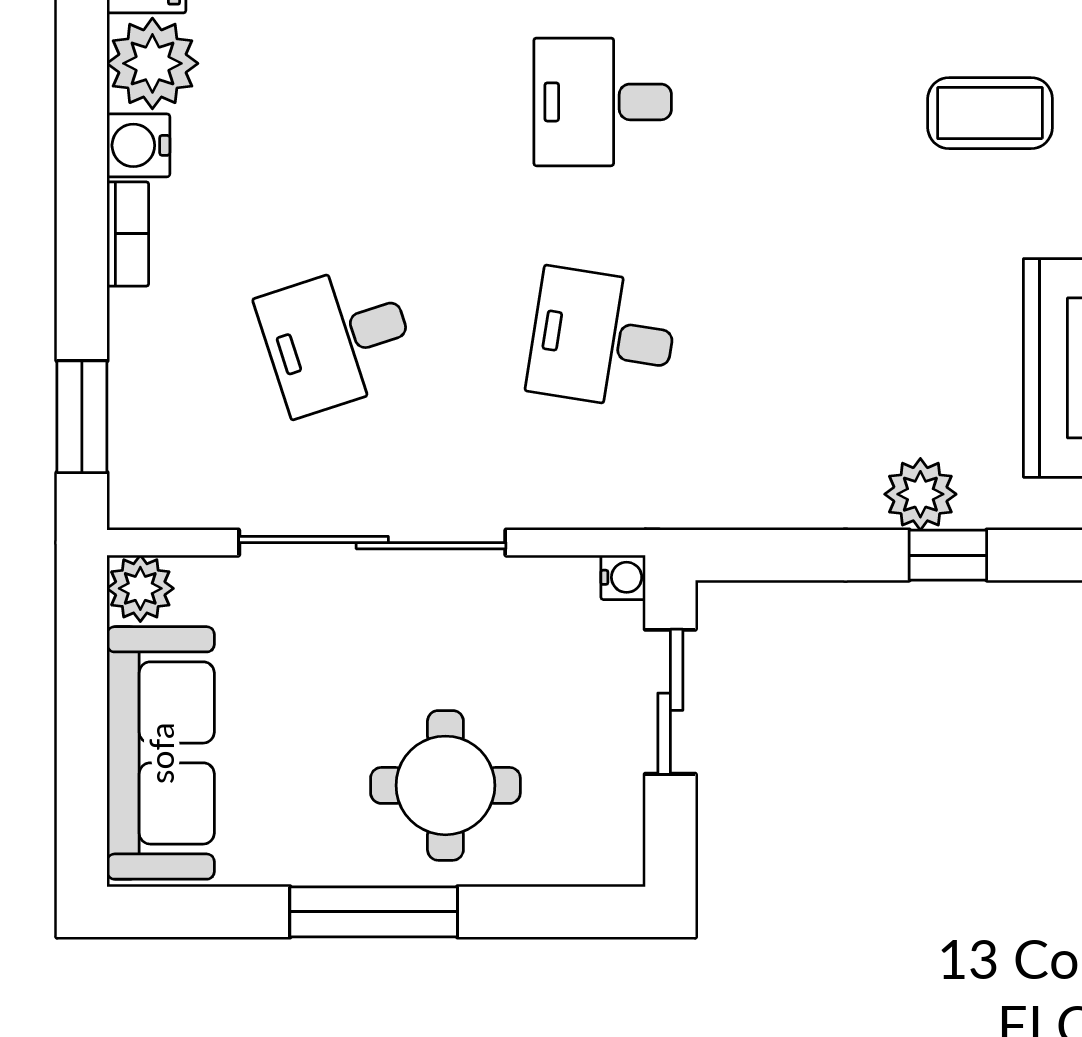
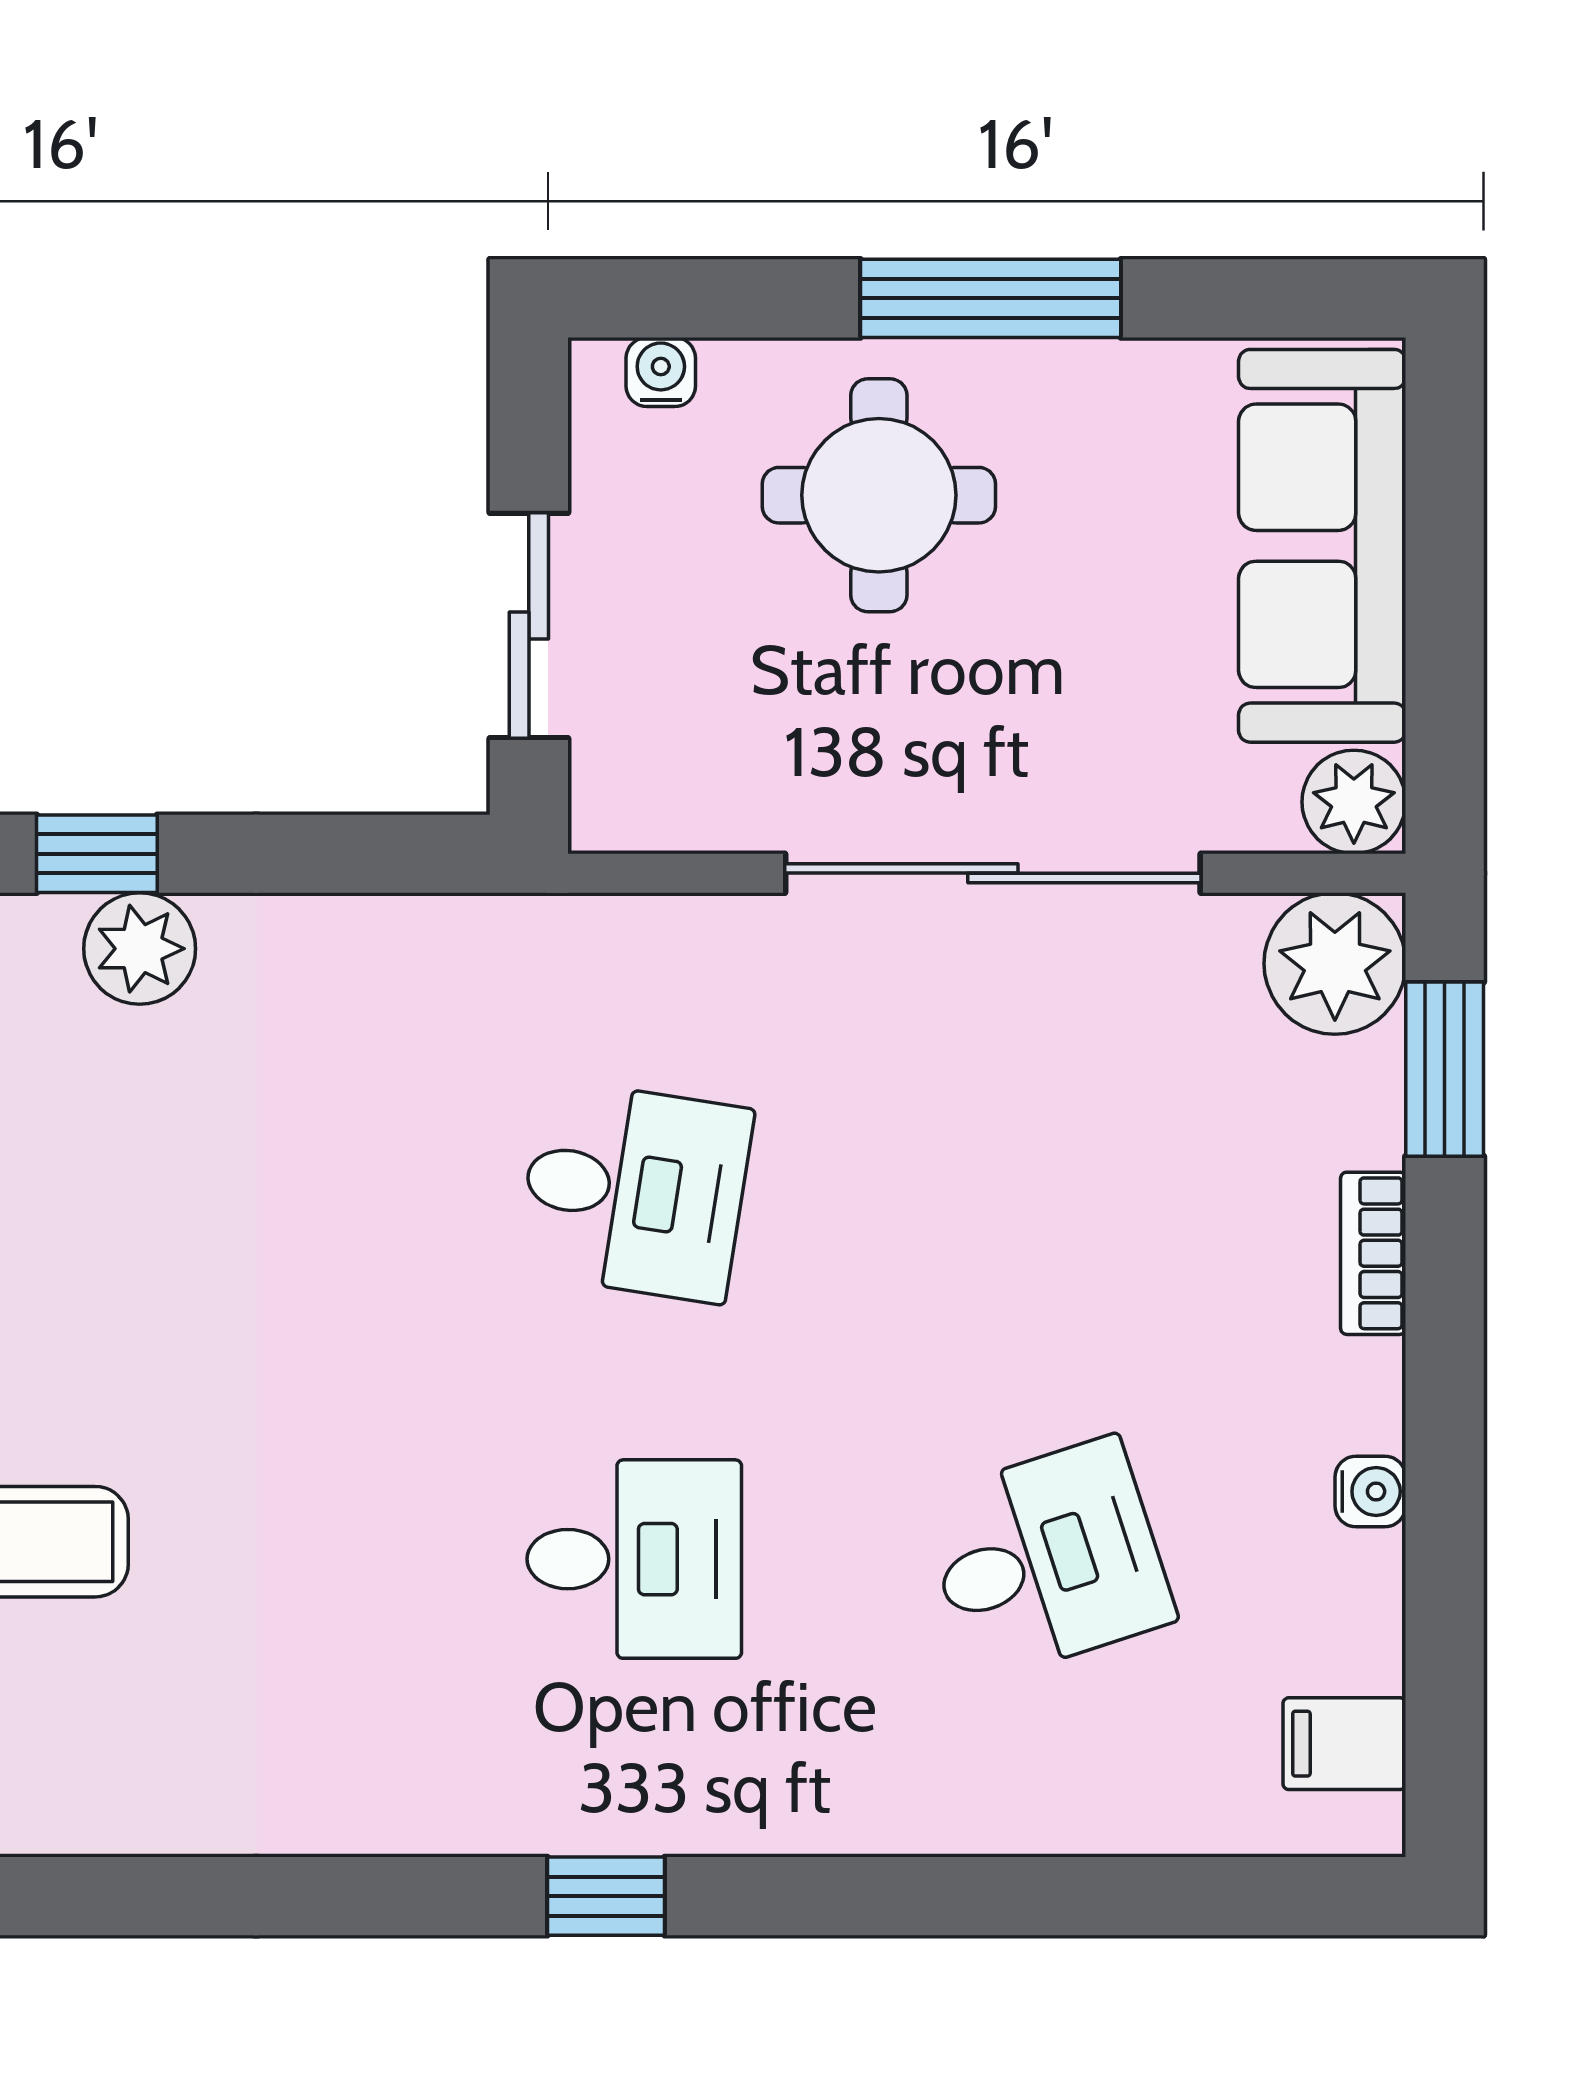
plant: (152, 63) -> (1335, 964), moved
water cooler: (138, 145) -> (1370, 1491), width x0.72, depth x0.72
bookcase: (128, 234) -> (1373, 1253), moved
desk: (337, 339) -> (1047, 1559), moved
water cooler: (623, 577) -> (661, 372), moved, turned 90

